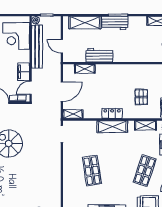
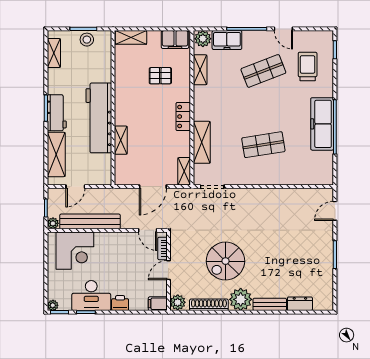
door: (62, 46) -> (75, 187), moved
workbench: (99, 55) -> (99, 118), width x1.88, depth x1.32
shelving: (85, 69) -> (121, 140), moved
filing cabinet: (24, 72) -> (125, 240), removed
door: (62, 92) -> (153, 187), swing flipped
shelving: (112, 127) -> (202, 142), moved
shop shelf: (145, 171) -> (263, 71), turned -39

